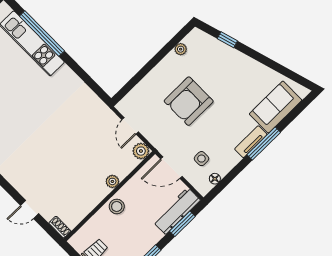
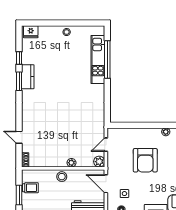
armchair: (189, 101) -> (145, 160), turned -90

